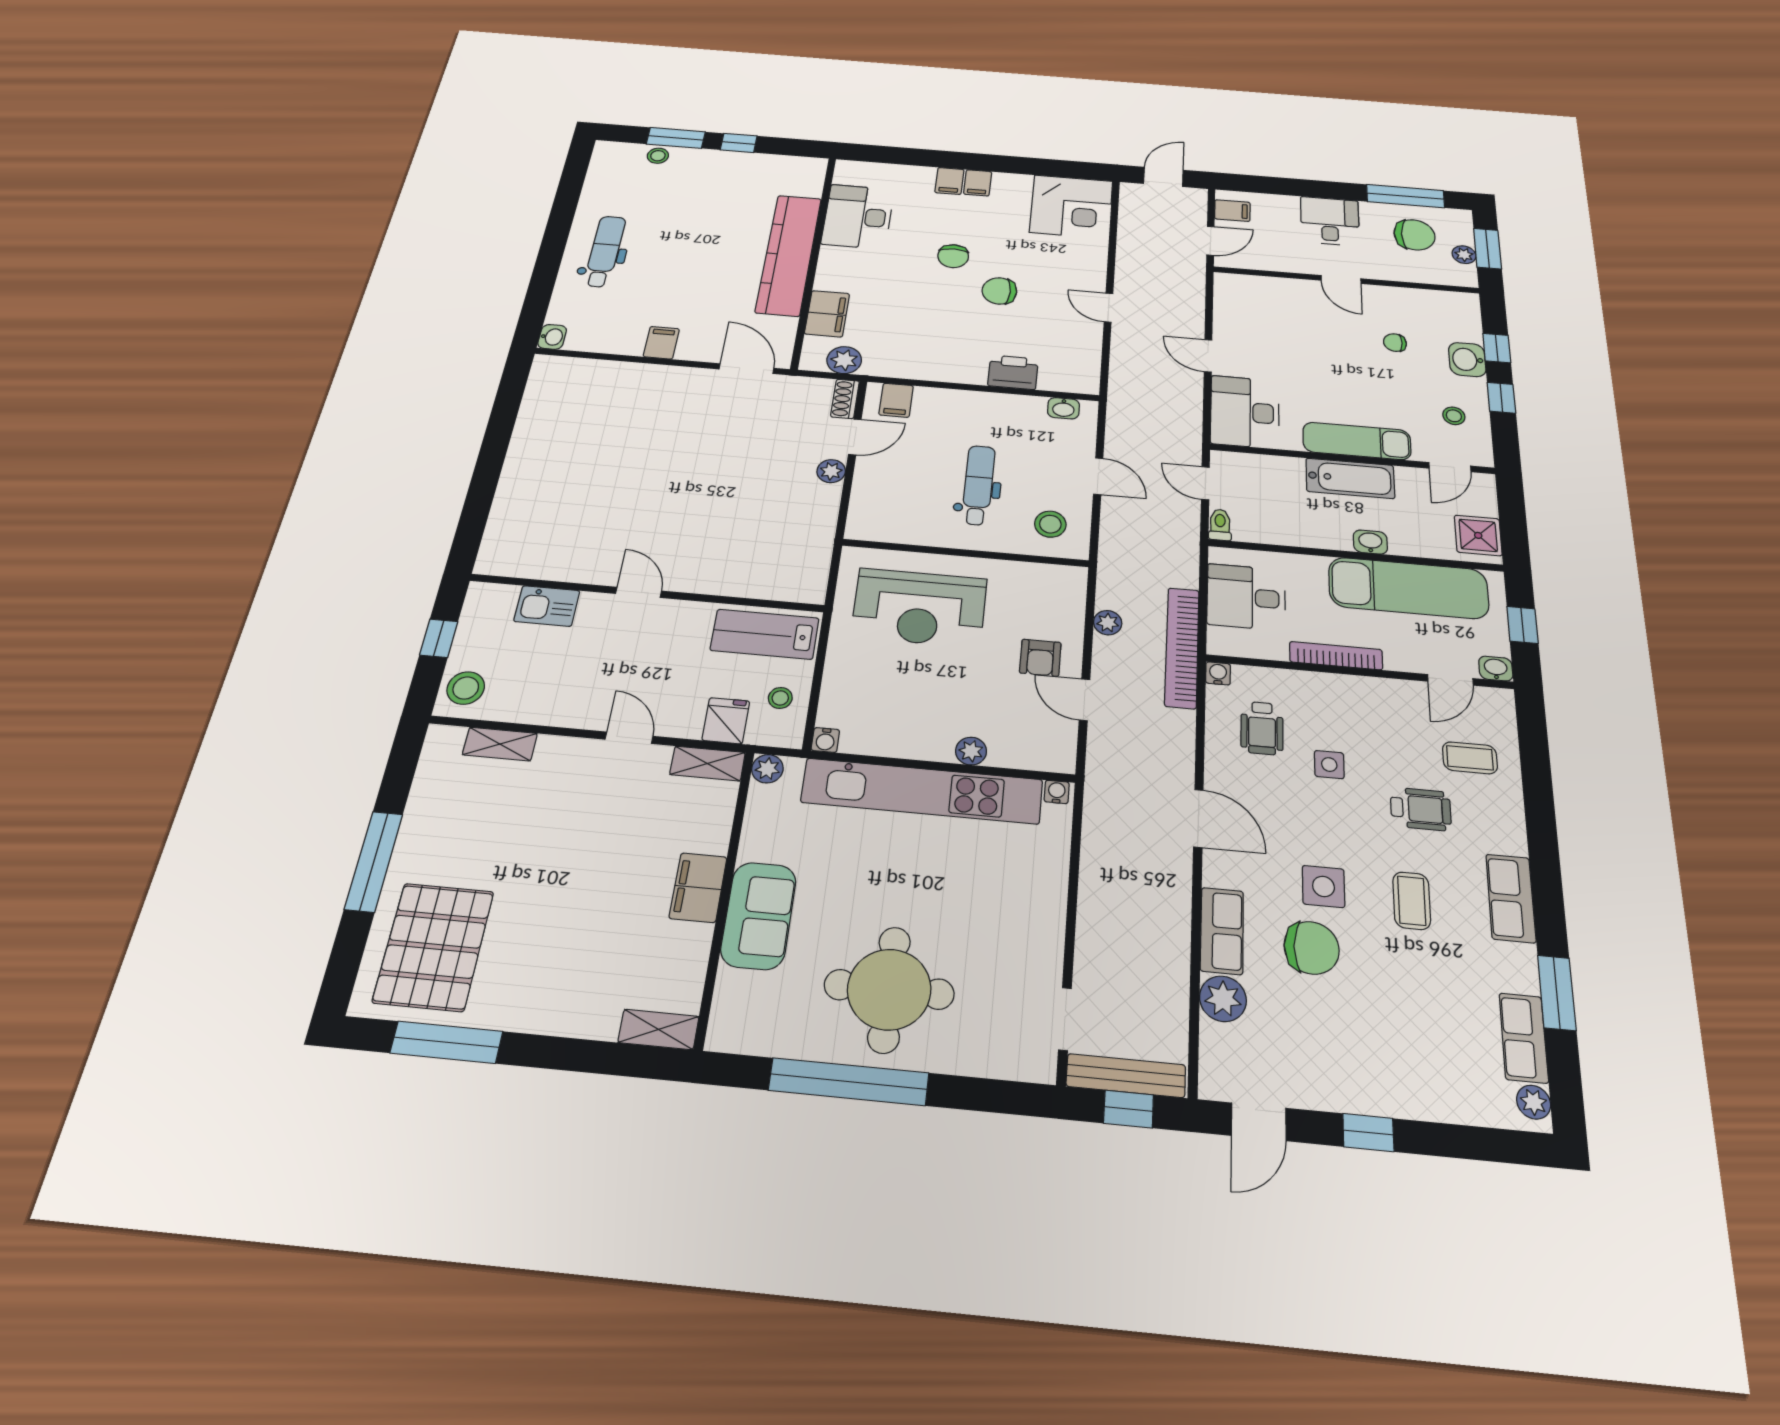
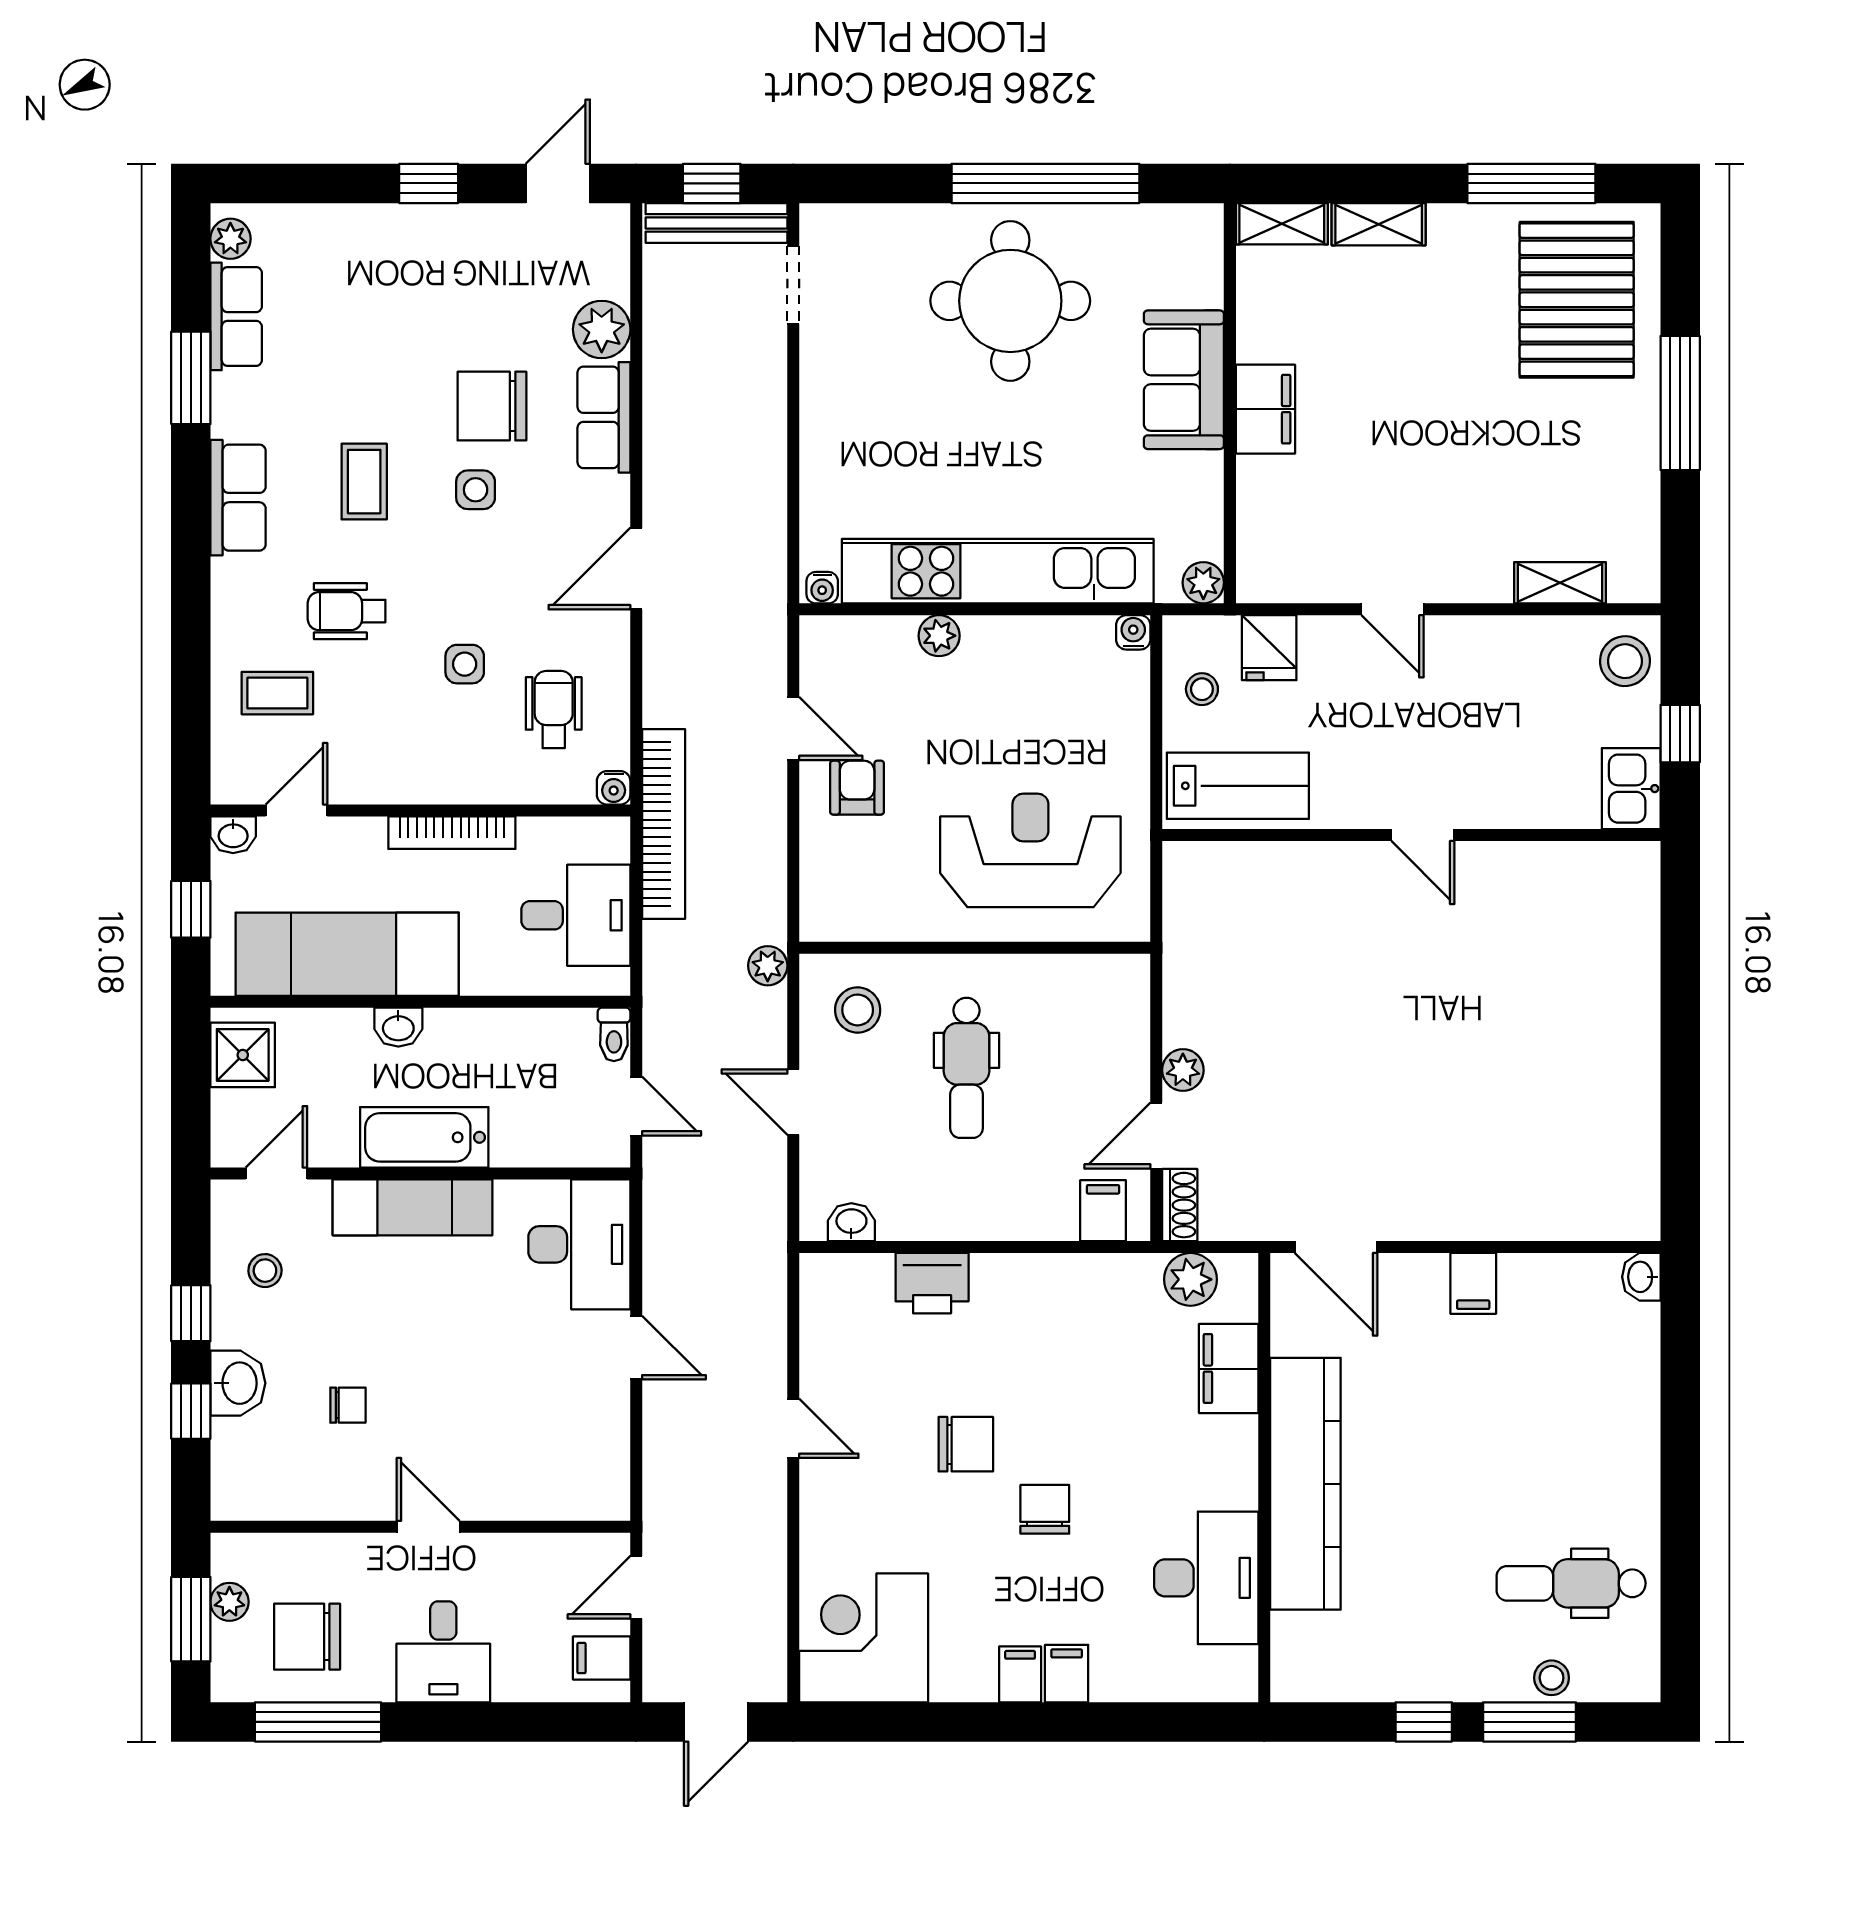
dental chair: (605, 251) -> (1571, 1583), moved, turned 90
kitchen sink: (547, 606) -> (1631, 789), moved, turned -90
plant: (1108, 623) -> (768, 966), moved
shelving: (708, 764) -> (1379, 224), moved
door: (1198, 818) -> (636, 568), hinge flipped
side table: (1323, 886) -> (476, 490), width x0.73, depth x0.73

